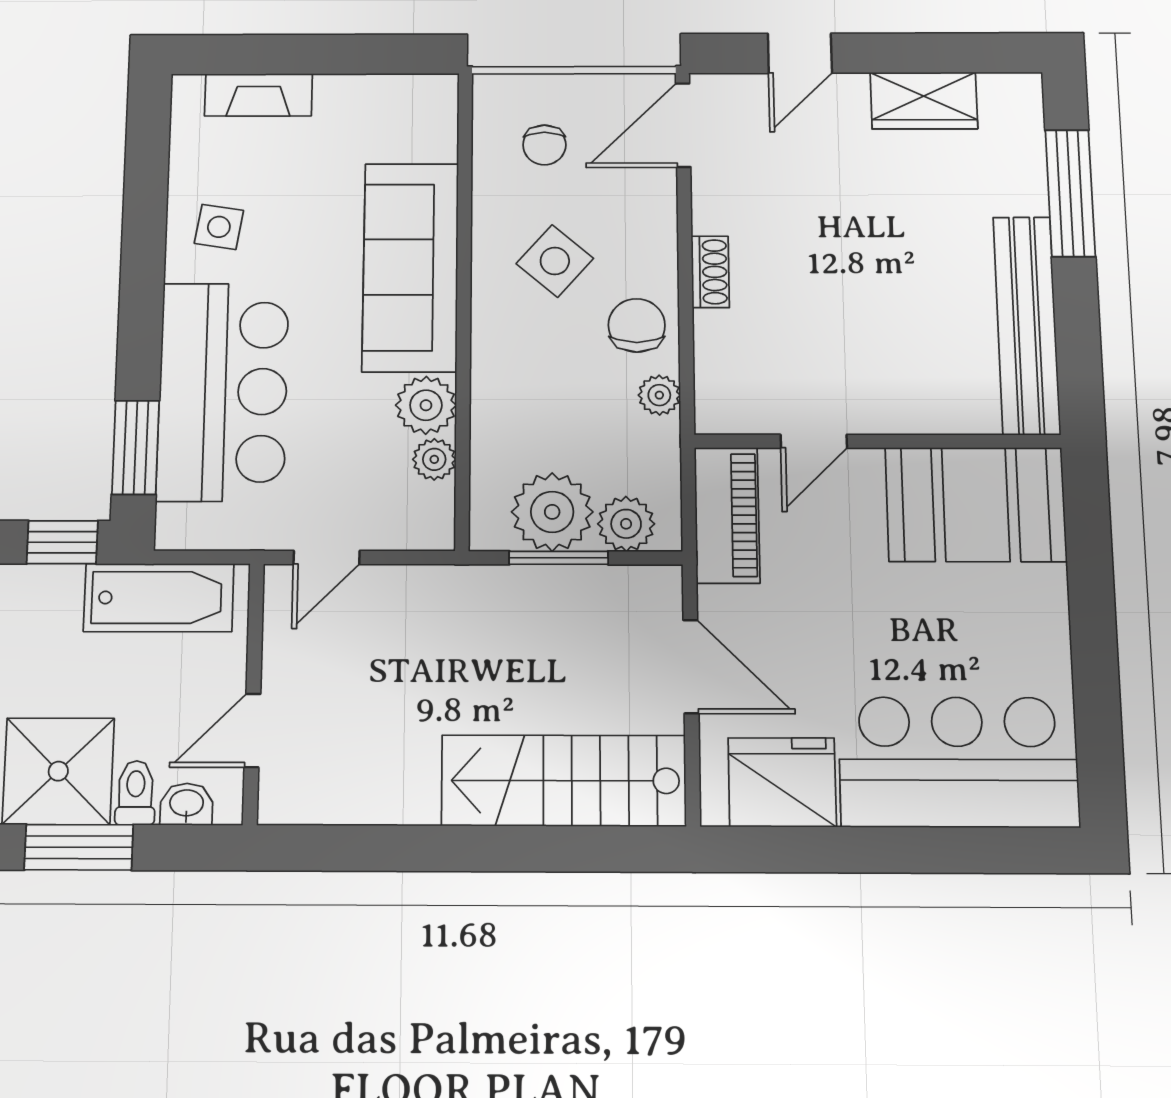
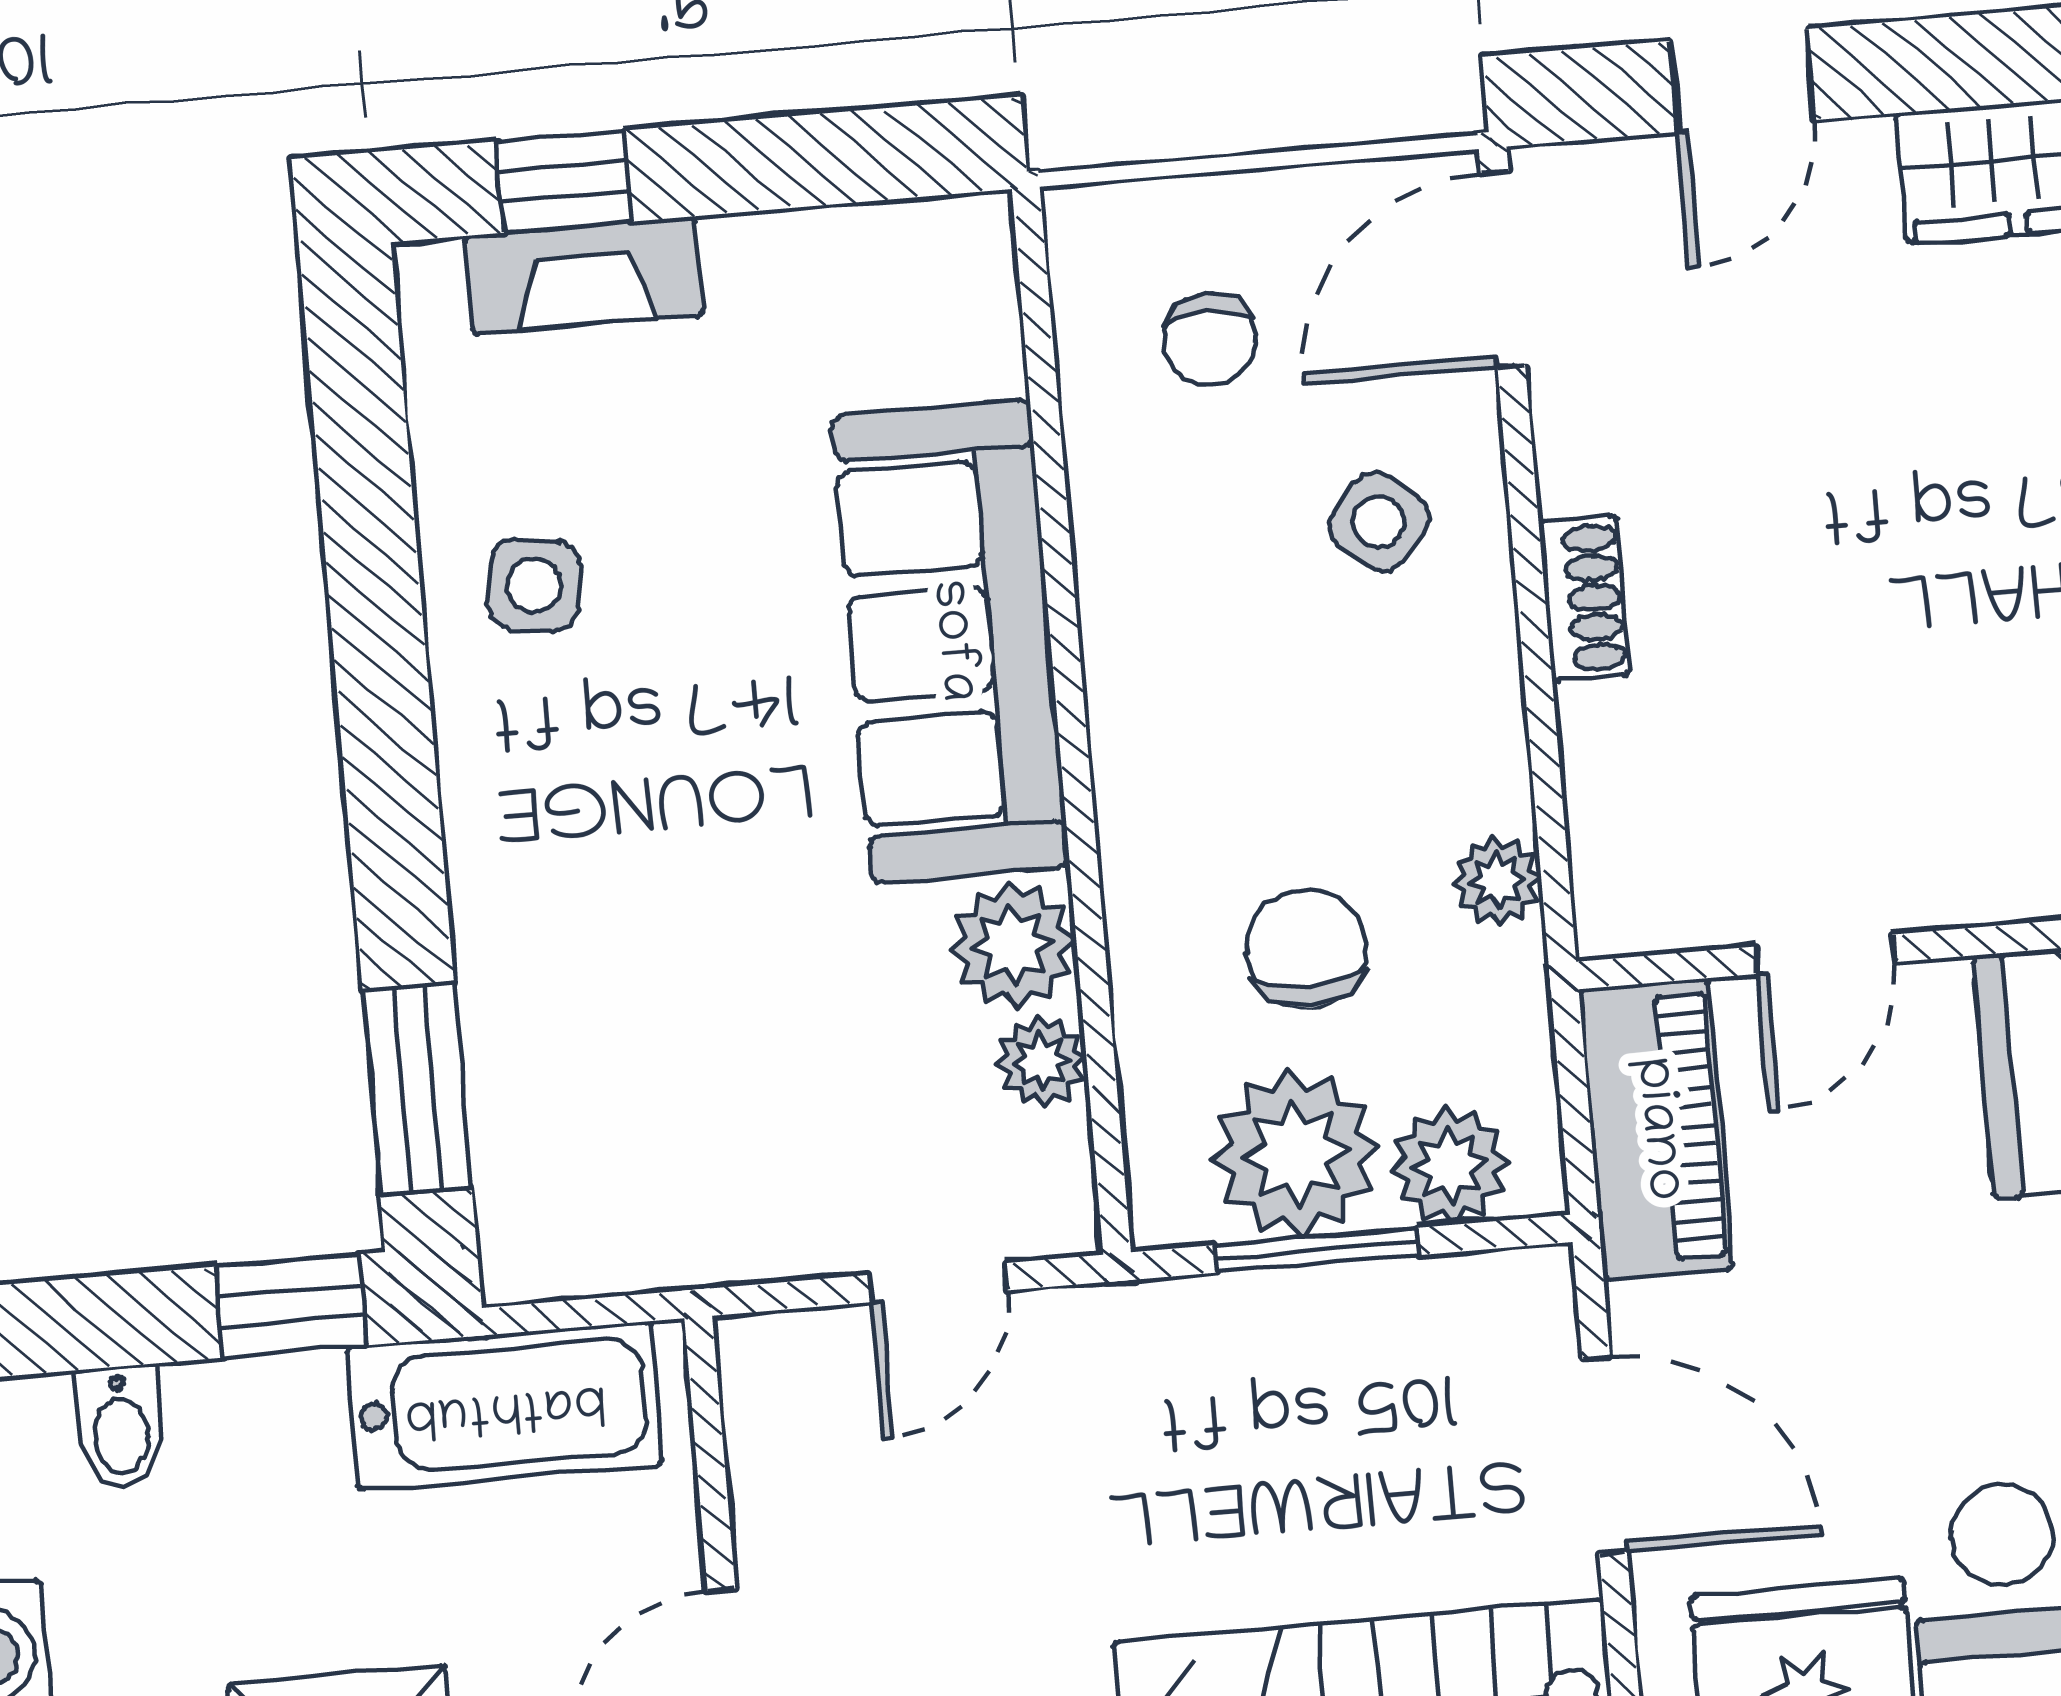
window: (254, 54) -> (564, 182), added
side table: (555, 261) -> (1379, 522), moved, width x0.73, depth x0.73
chair: (637, 325) -> (1306, 949), moved
bar counter: (223, 392) -> (585, 952), removed
door: (327, 557) -> (938, 1283), moved

